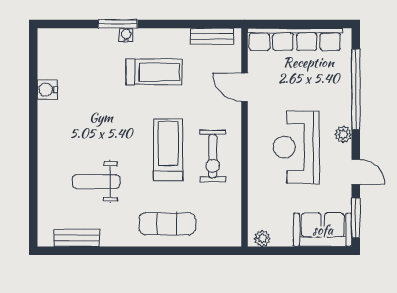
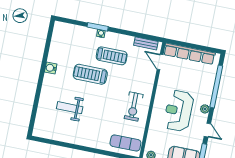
door: (244, 87) -> (160, 62), moved
water cooler: (47, 90) -> (51, 68), moved
treadmill: (168, 150) -> (90, 74), moved, turned -90
exercise mat: (167, 224) -> (125, 143), moved
bench: (77, 238) -> (53, 135), removed

